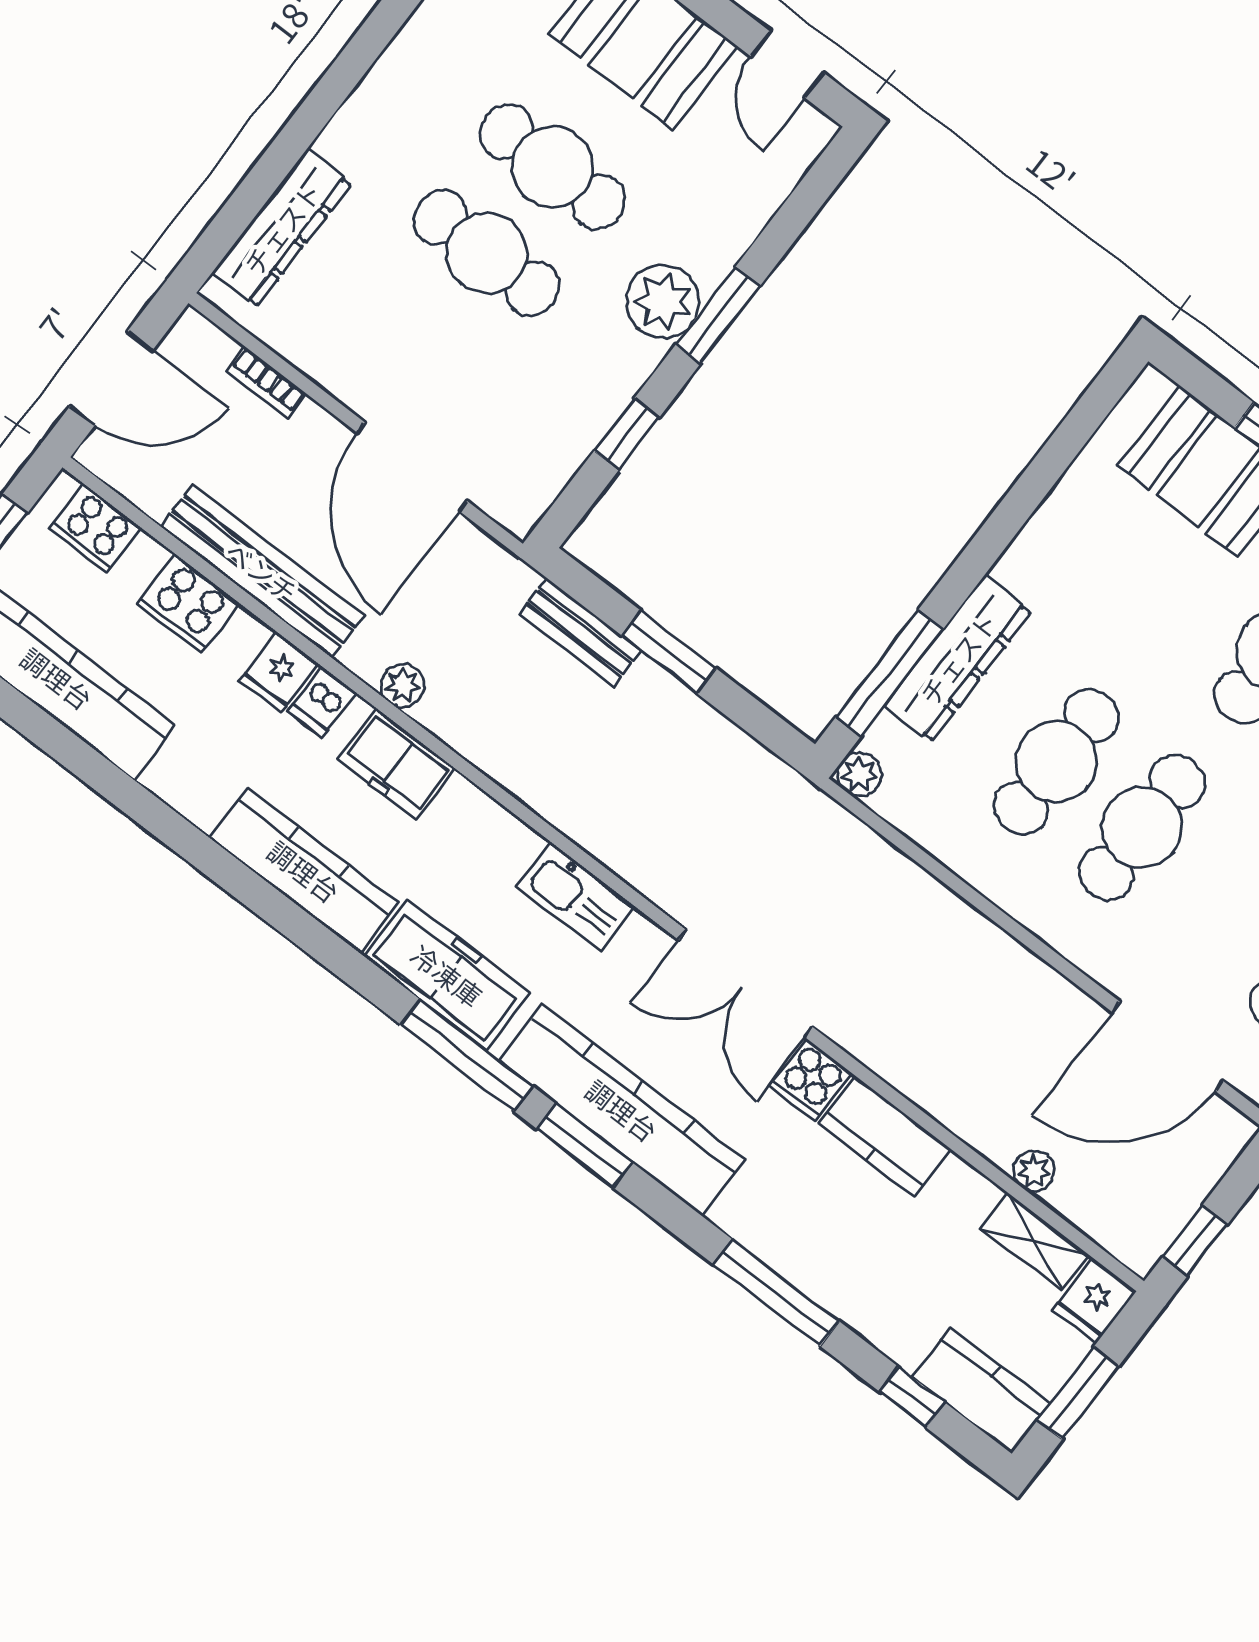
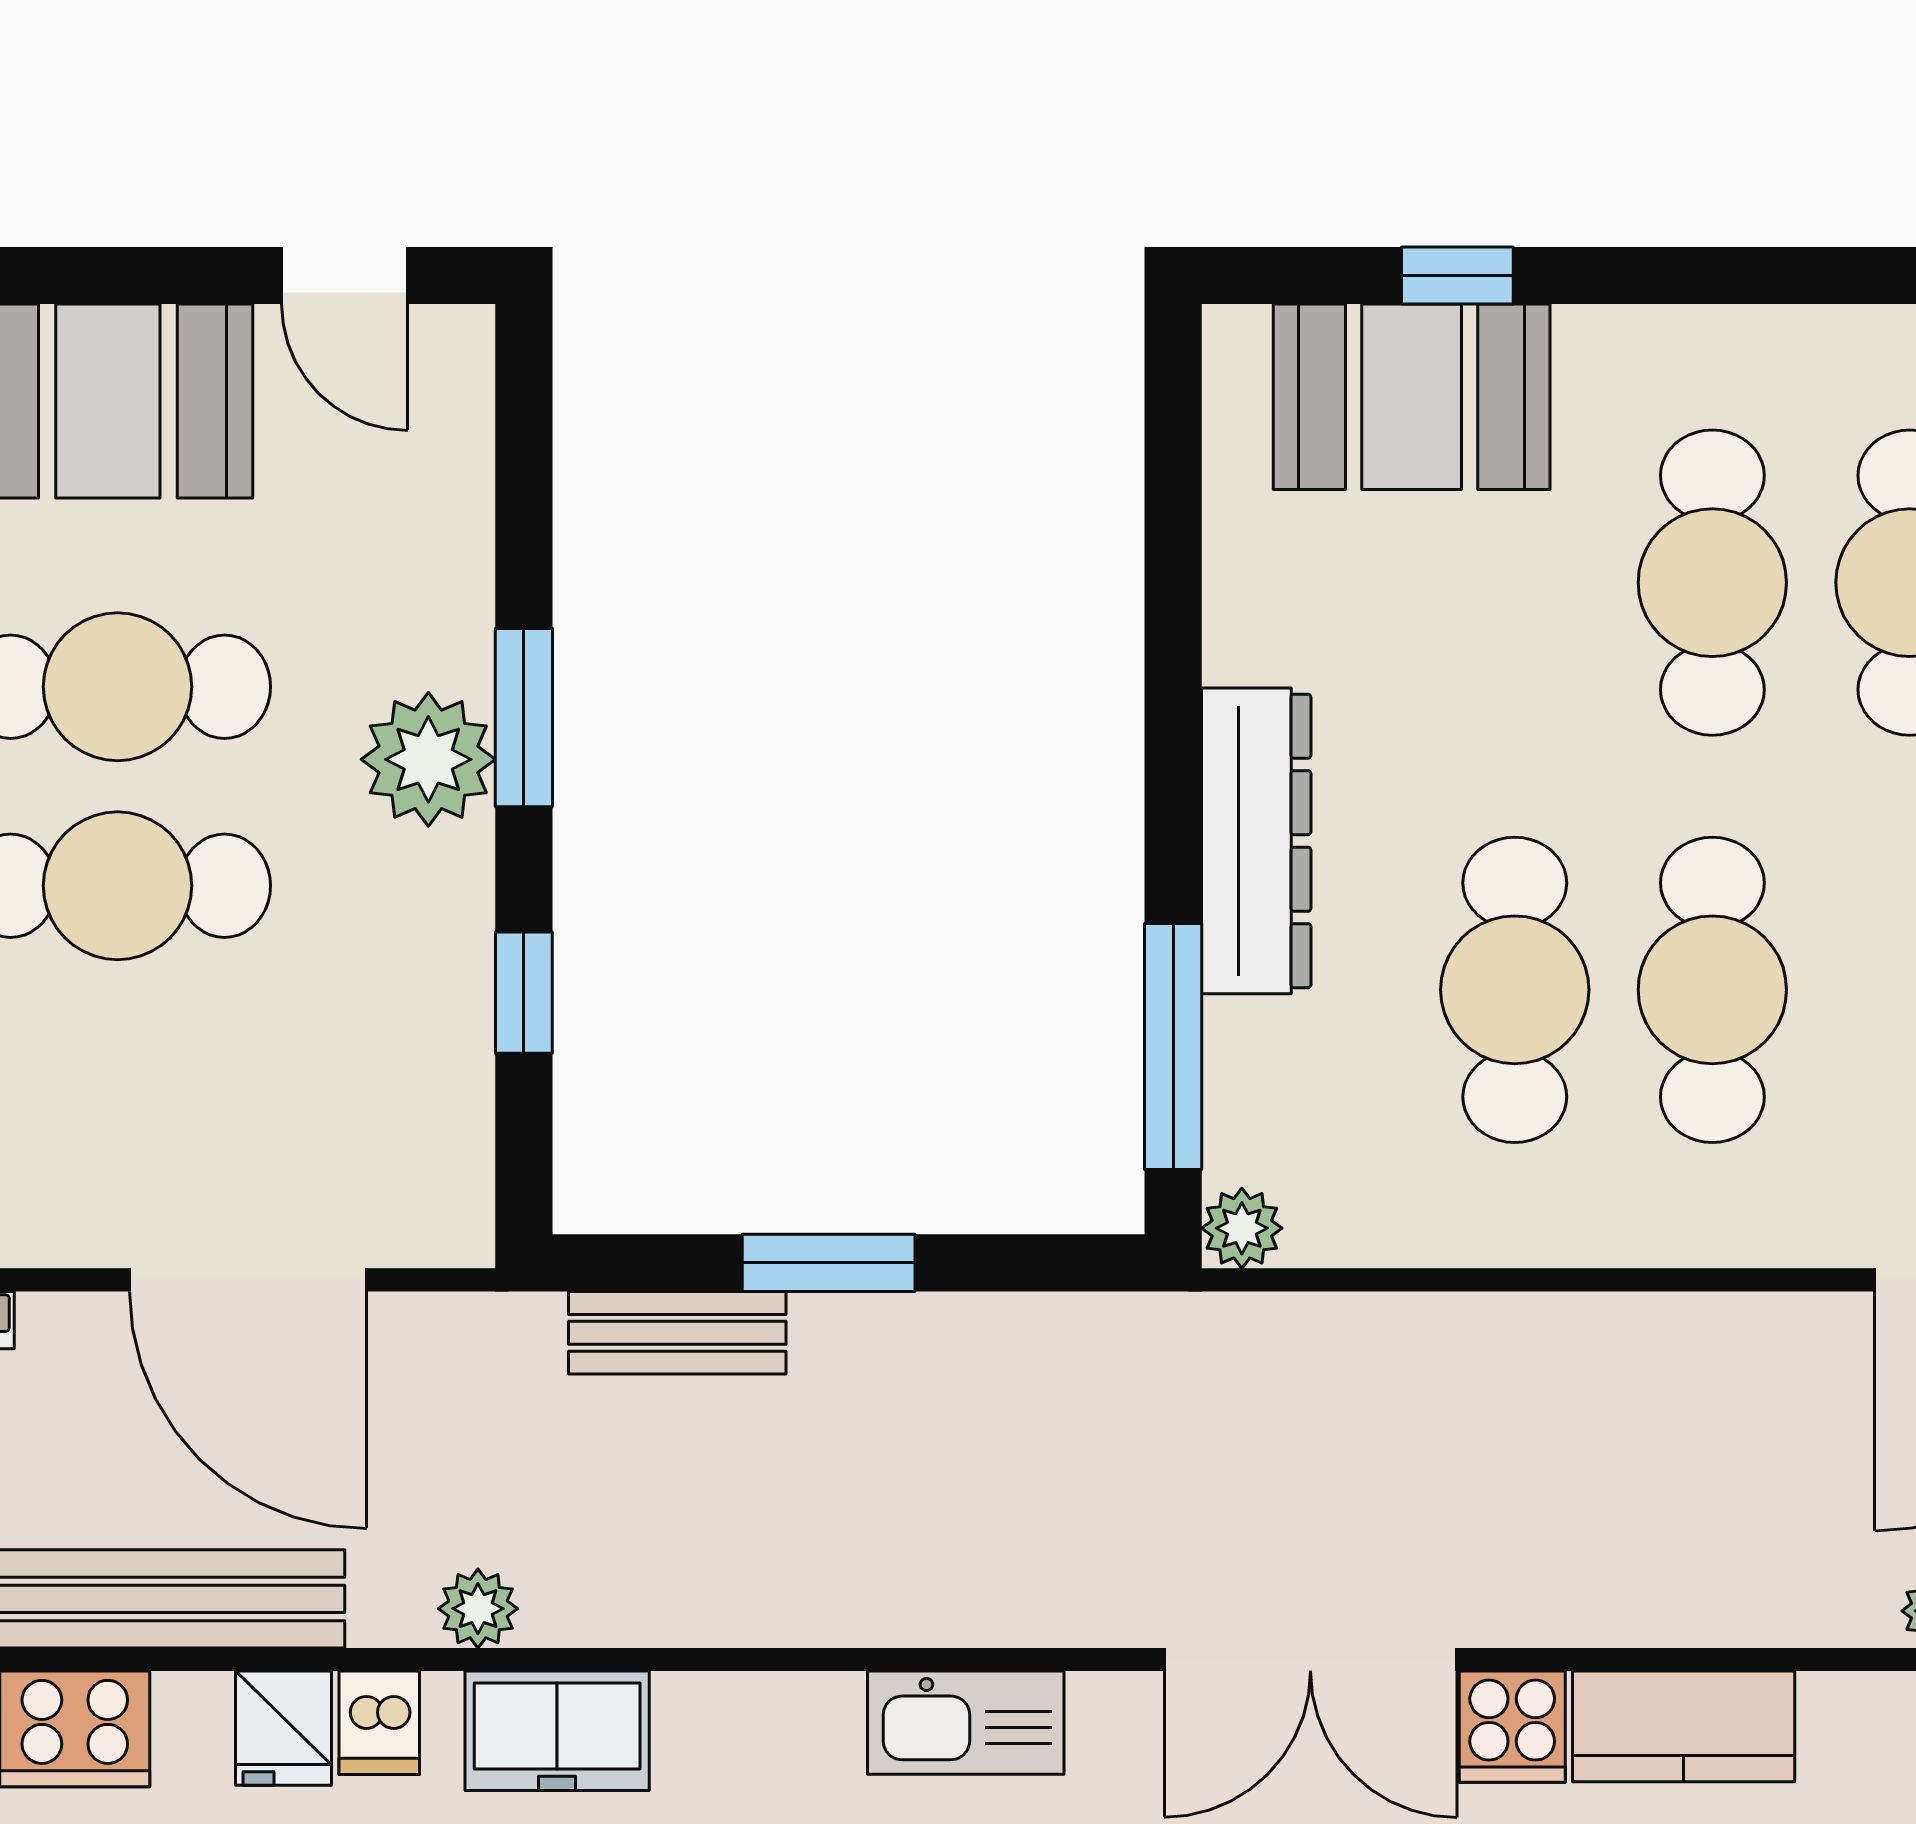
dresser: (958, 658) -> (1256, 841), moved

